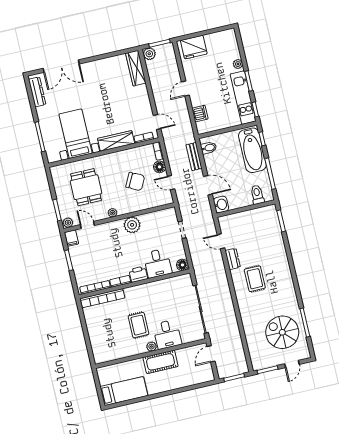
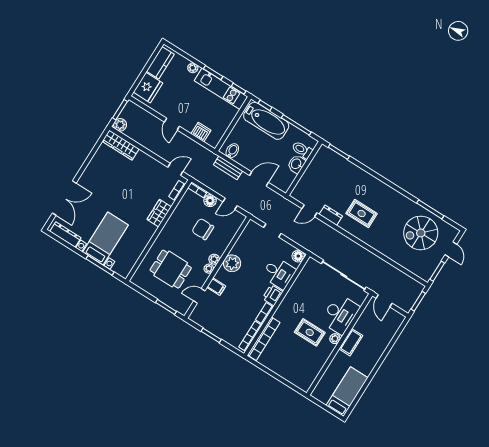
kitchen counter: (219, 38) -> (160, 63), added
bed with nightstands: (75, 134) -> (105, 239), moved, turned 90
wardrobe: (116, 141) -> (159, 213), width x0.67
chair: (135, 181) -> (203, 229), turned -117
washbasin: (221, 205) -> (296, 164), moved, turned -90
plant: (68, 223) -> (214, 259), moved
filing cabinet: (72, 238) -> (216, 287), moved
desk: (167, 334) -> (340, 314), width x1.37
cot: (161, 362) -> (351, 342), width x0.73, depth x0.75

